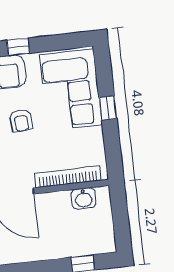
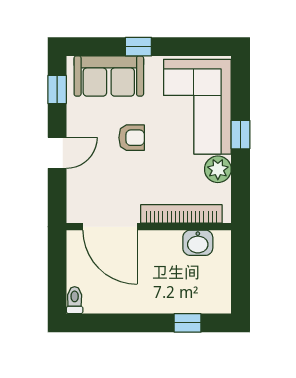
armchair: (21, 120) -> (132, 138), turned -86
plant: (93, 138) -> (218, 169), added

